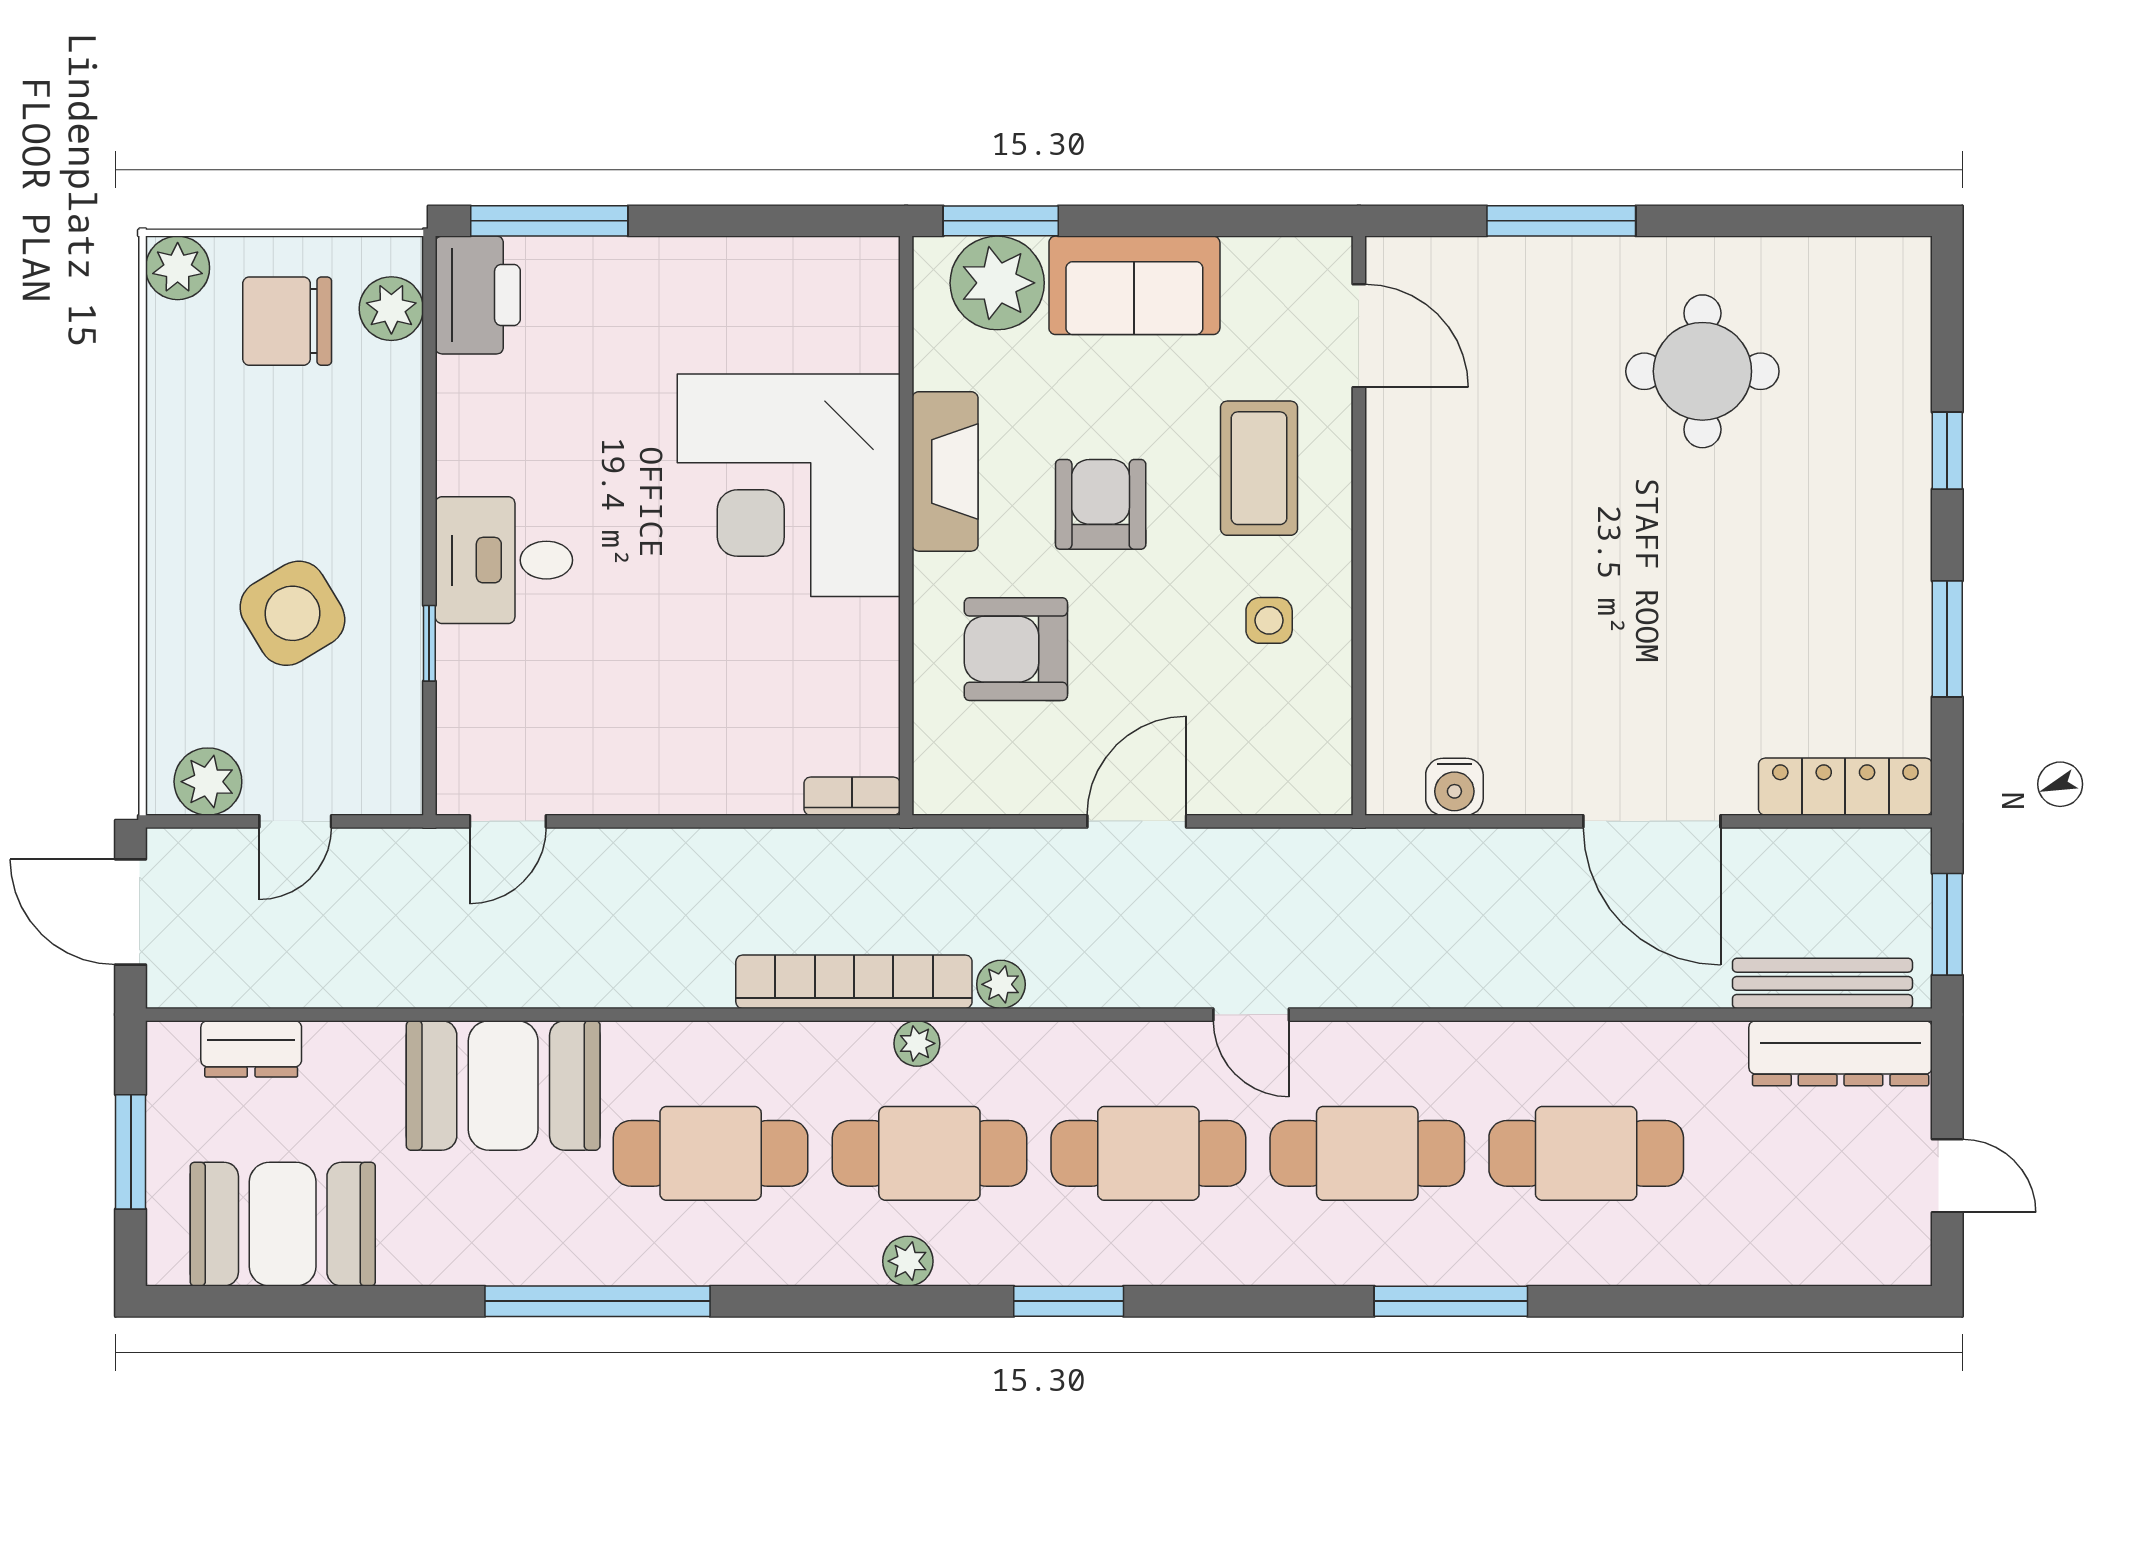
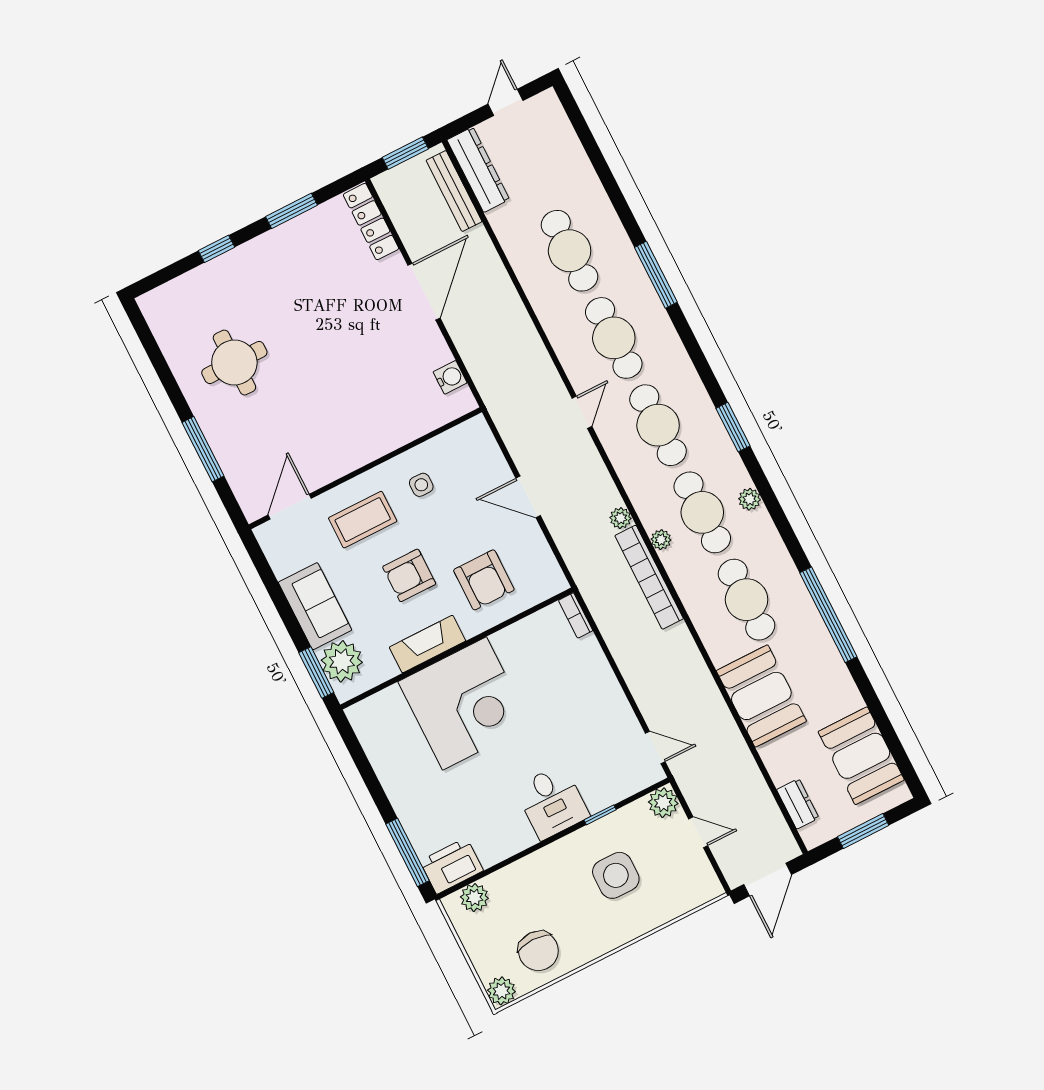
chair: (287, 321) -> (538, 951), moved
side table: (292, 613) -> (616, 875), turned 31
plant: (208, 782) -> (663, 803), moved

